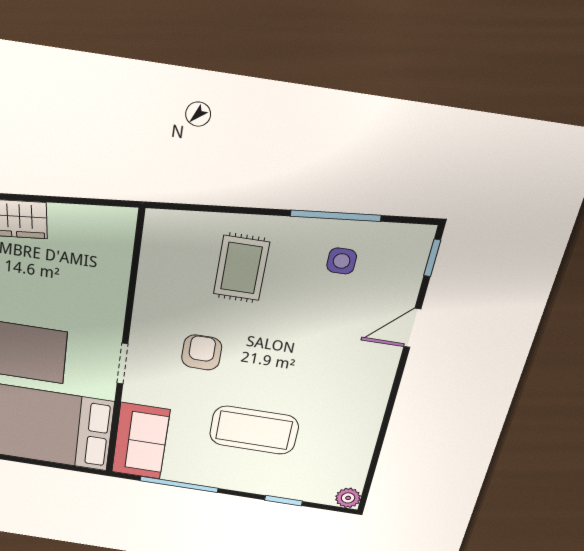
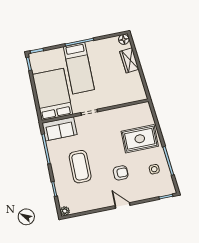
rug: (241, 268) -> (140, 139), width x1.36, depth x1.43
door: (412, 328) -> (123, 205), moved
armchair: (202, 353) -> (121, 173), moved

